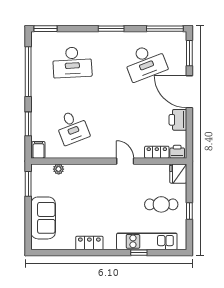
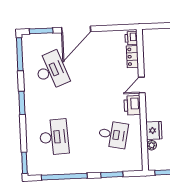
printer: (178, 120) -> (132, 105), moved, turned 90
desk: (72, 127) -> (113, 134), turned 33
filing cabinet: (38, 150) -> (135, 164), removed
fridge: (178, 174) -> (154, 130), moved, turned -90

